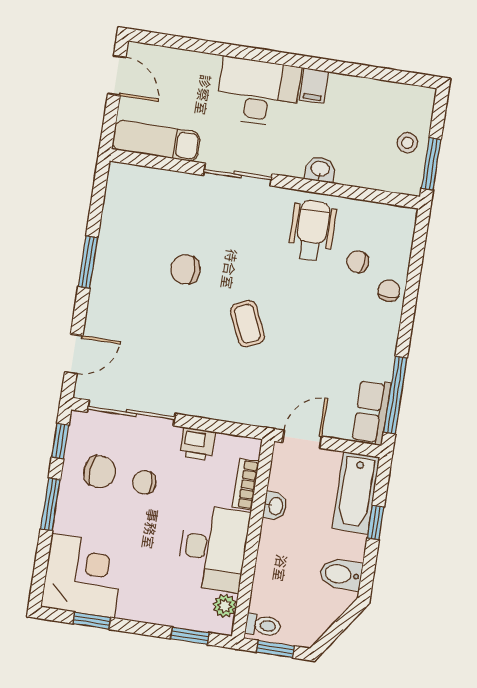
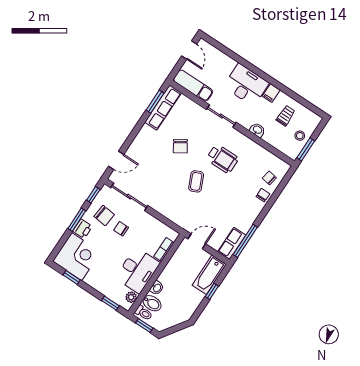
trolley: (362, 117) -> (286, 116), added
row of seats: (117, 210) -> (163, 108), added
wheelchair: (312, 231) -> (223, 159), moved, turned 90
window: (88, 262) -> (155, 102), moved
chair: (358, 262) -> (269, 178), moved
chair: (185, 269) -> (180, 146), turned -123
printer: (197, 444) -> (82, 229), moved, turned -90
washbasin: (275, 506) -> (157, 288), moved
bidet: (341, 574) -> (152, 303), moved, turned 180

